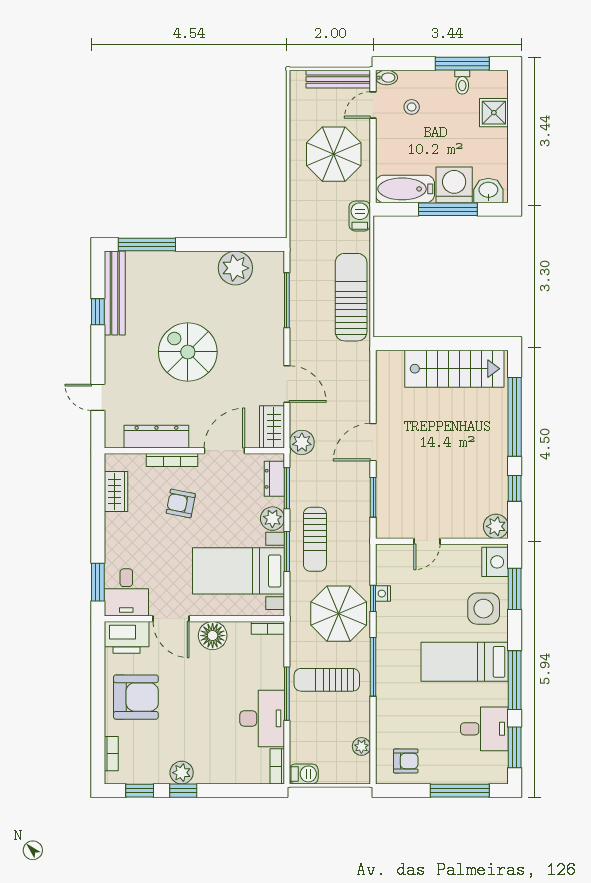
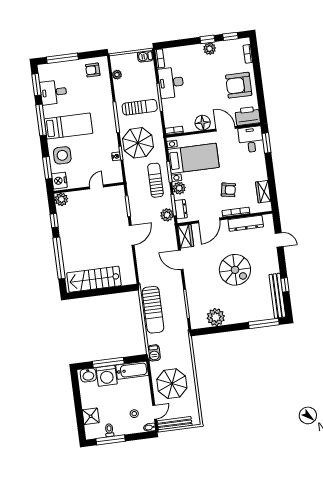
plant: (302, 442) -> (167, 215), moved

